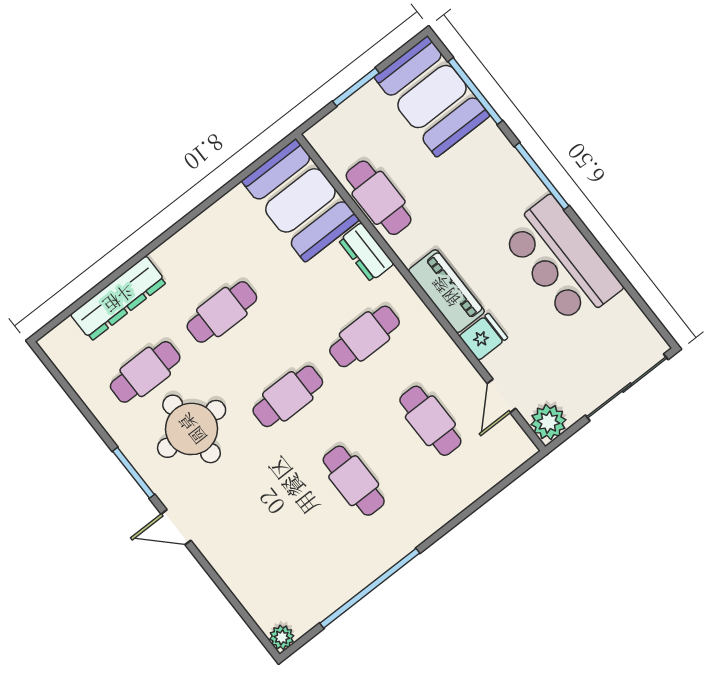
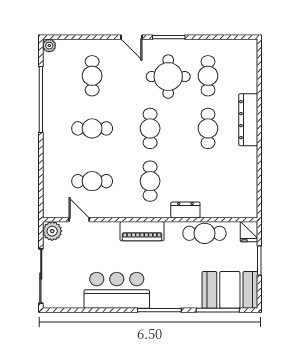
booth: (300, 200) -> (229, 199), removed
dresser: (119, 298) -> (248, 120), moved
fridge: (483, 337) -> (249, 232), moved
door: (176, 527) -> (131, 37), swing flipped
cafe table: (277, 541) -> (92, 76), added

